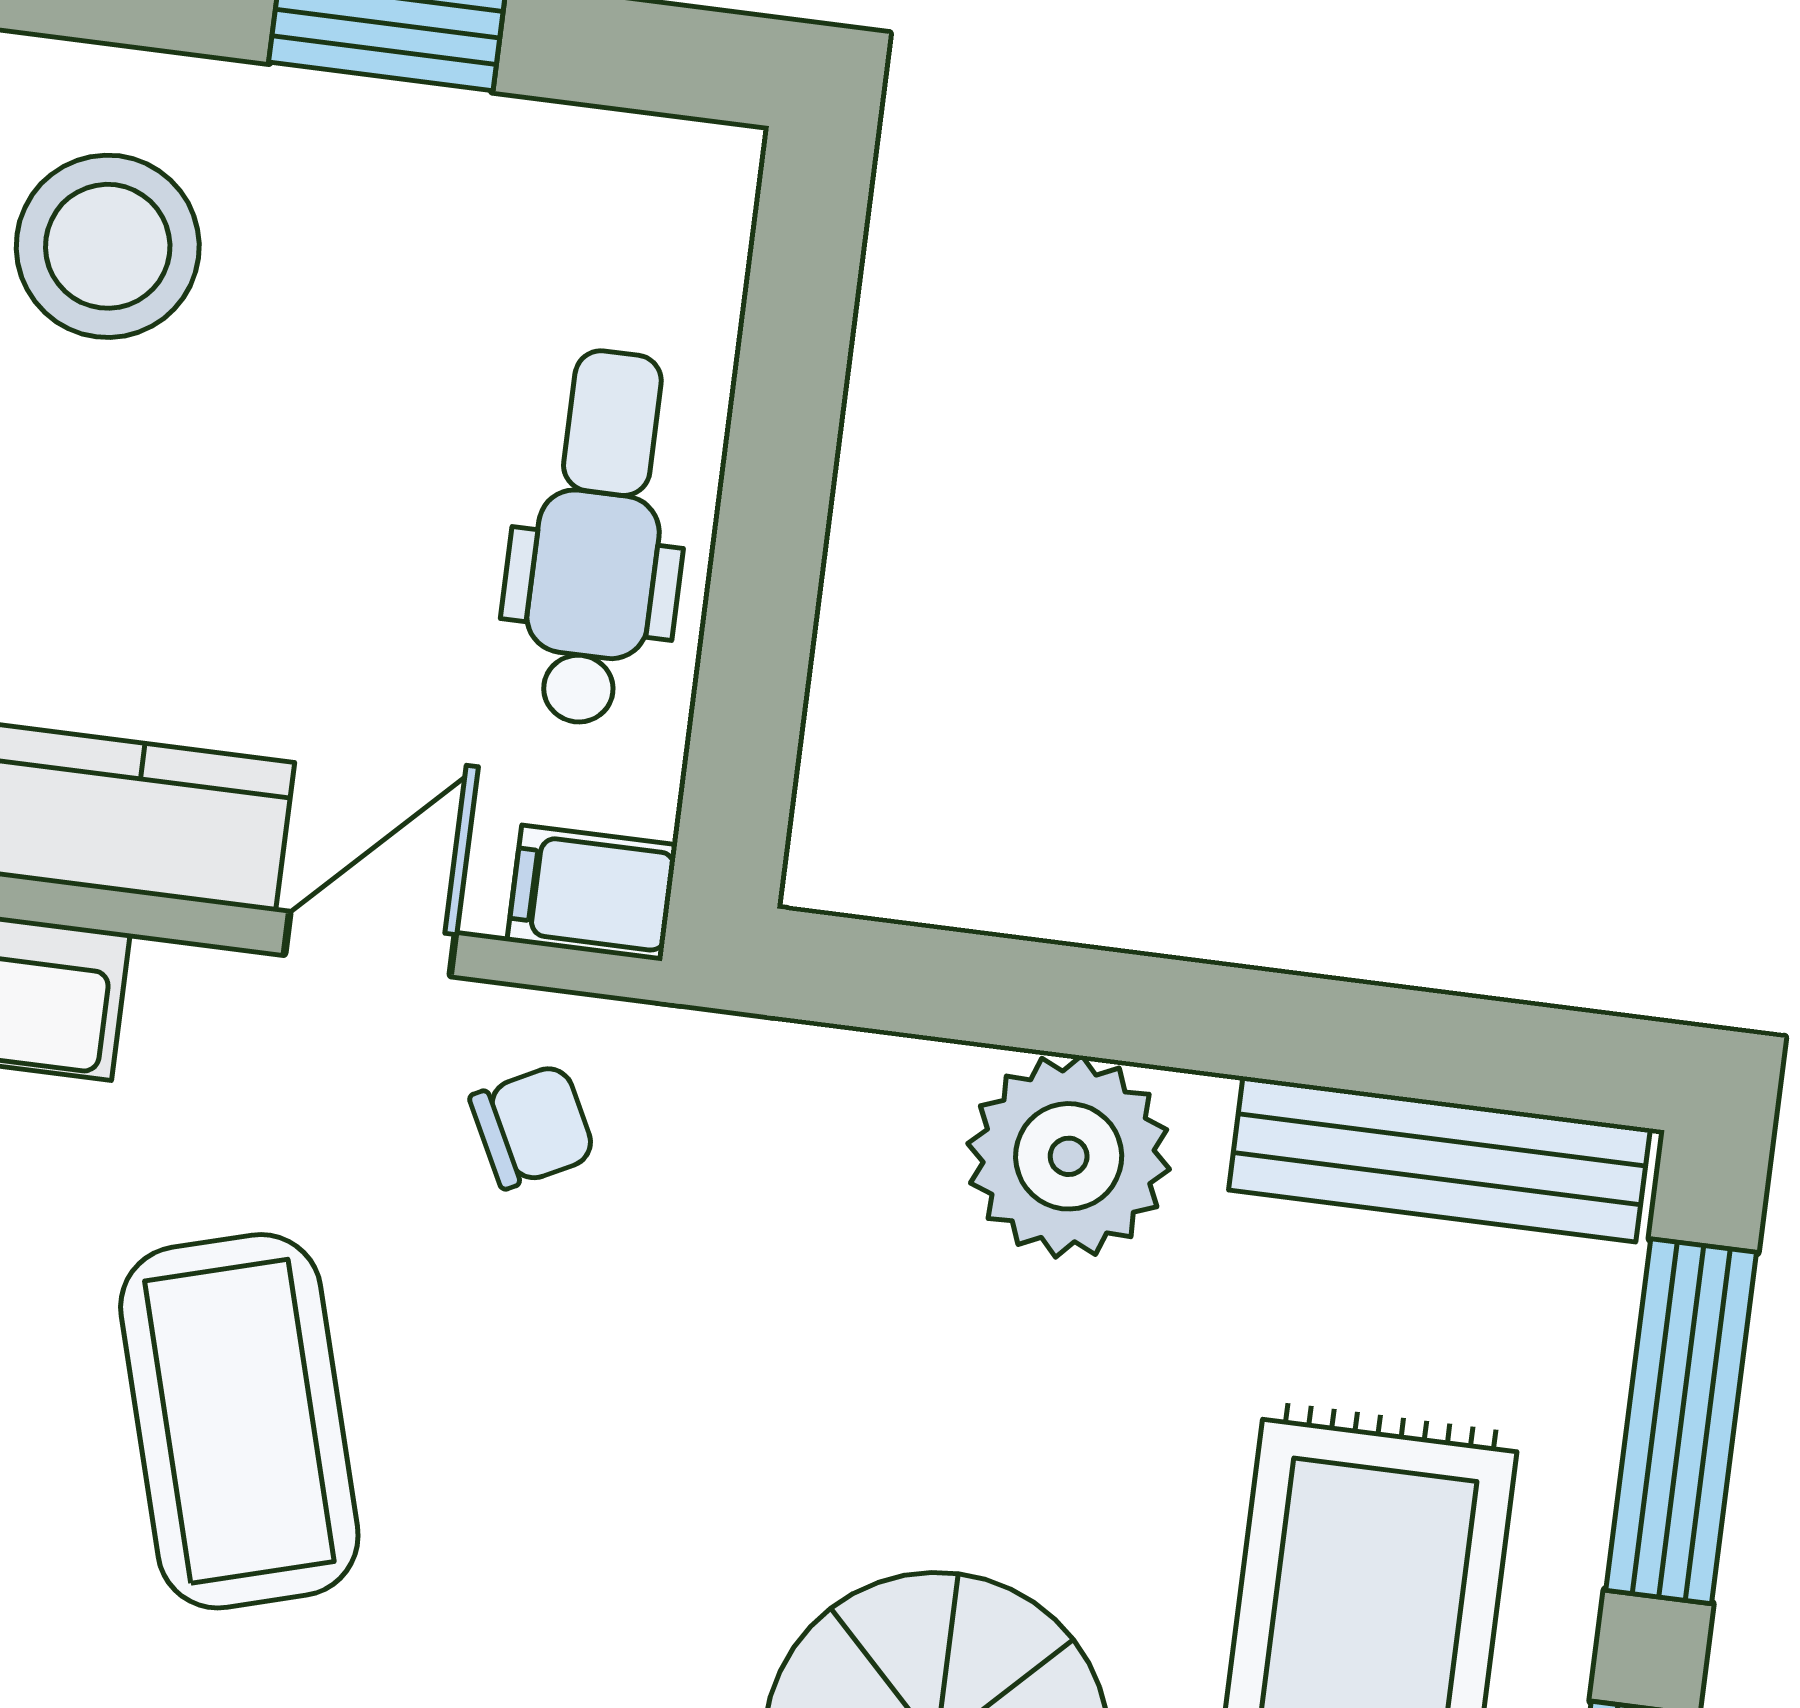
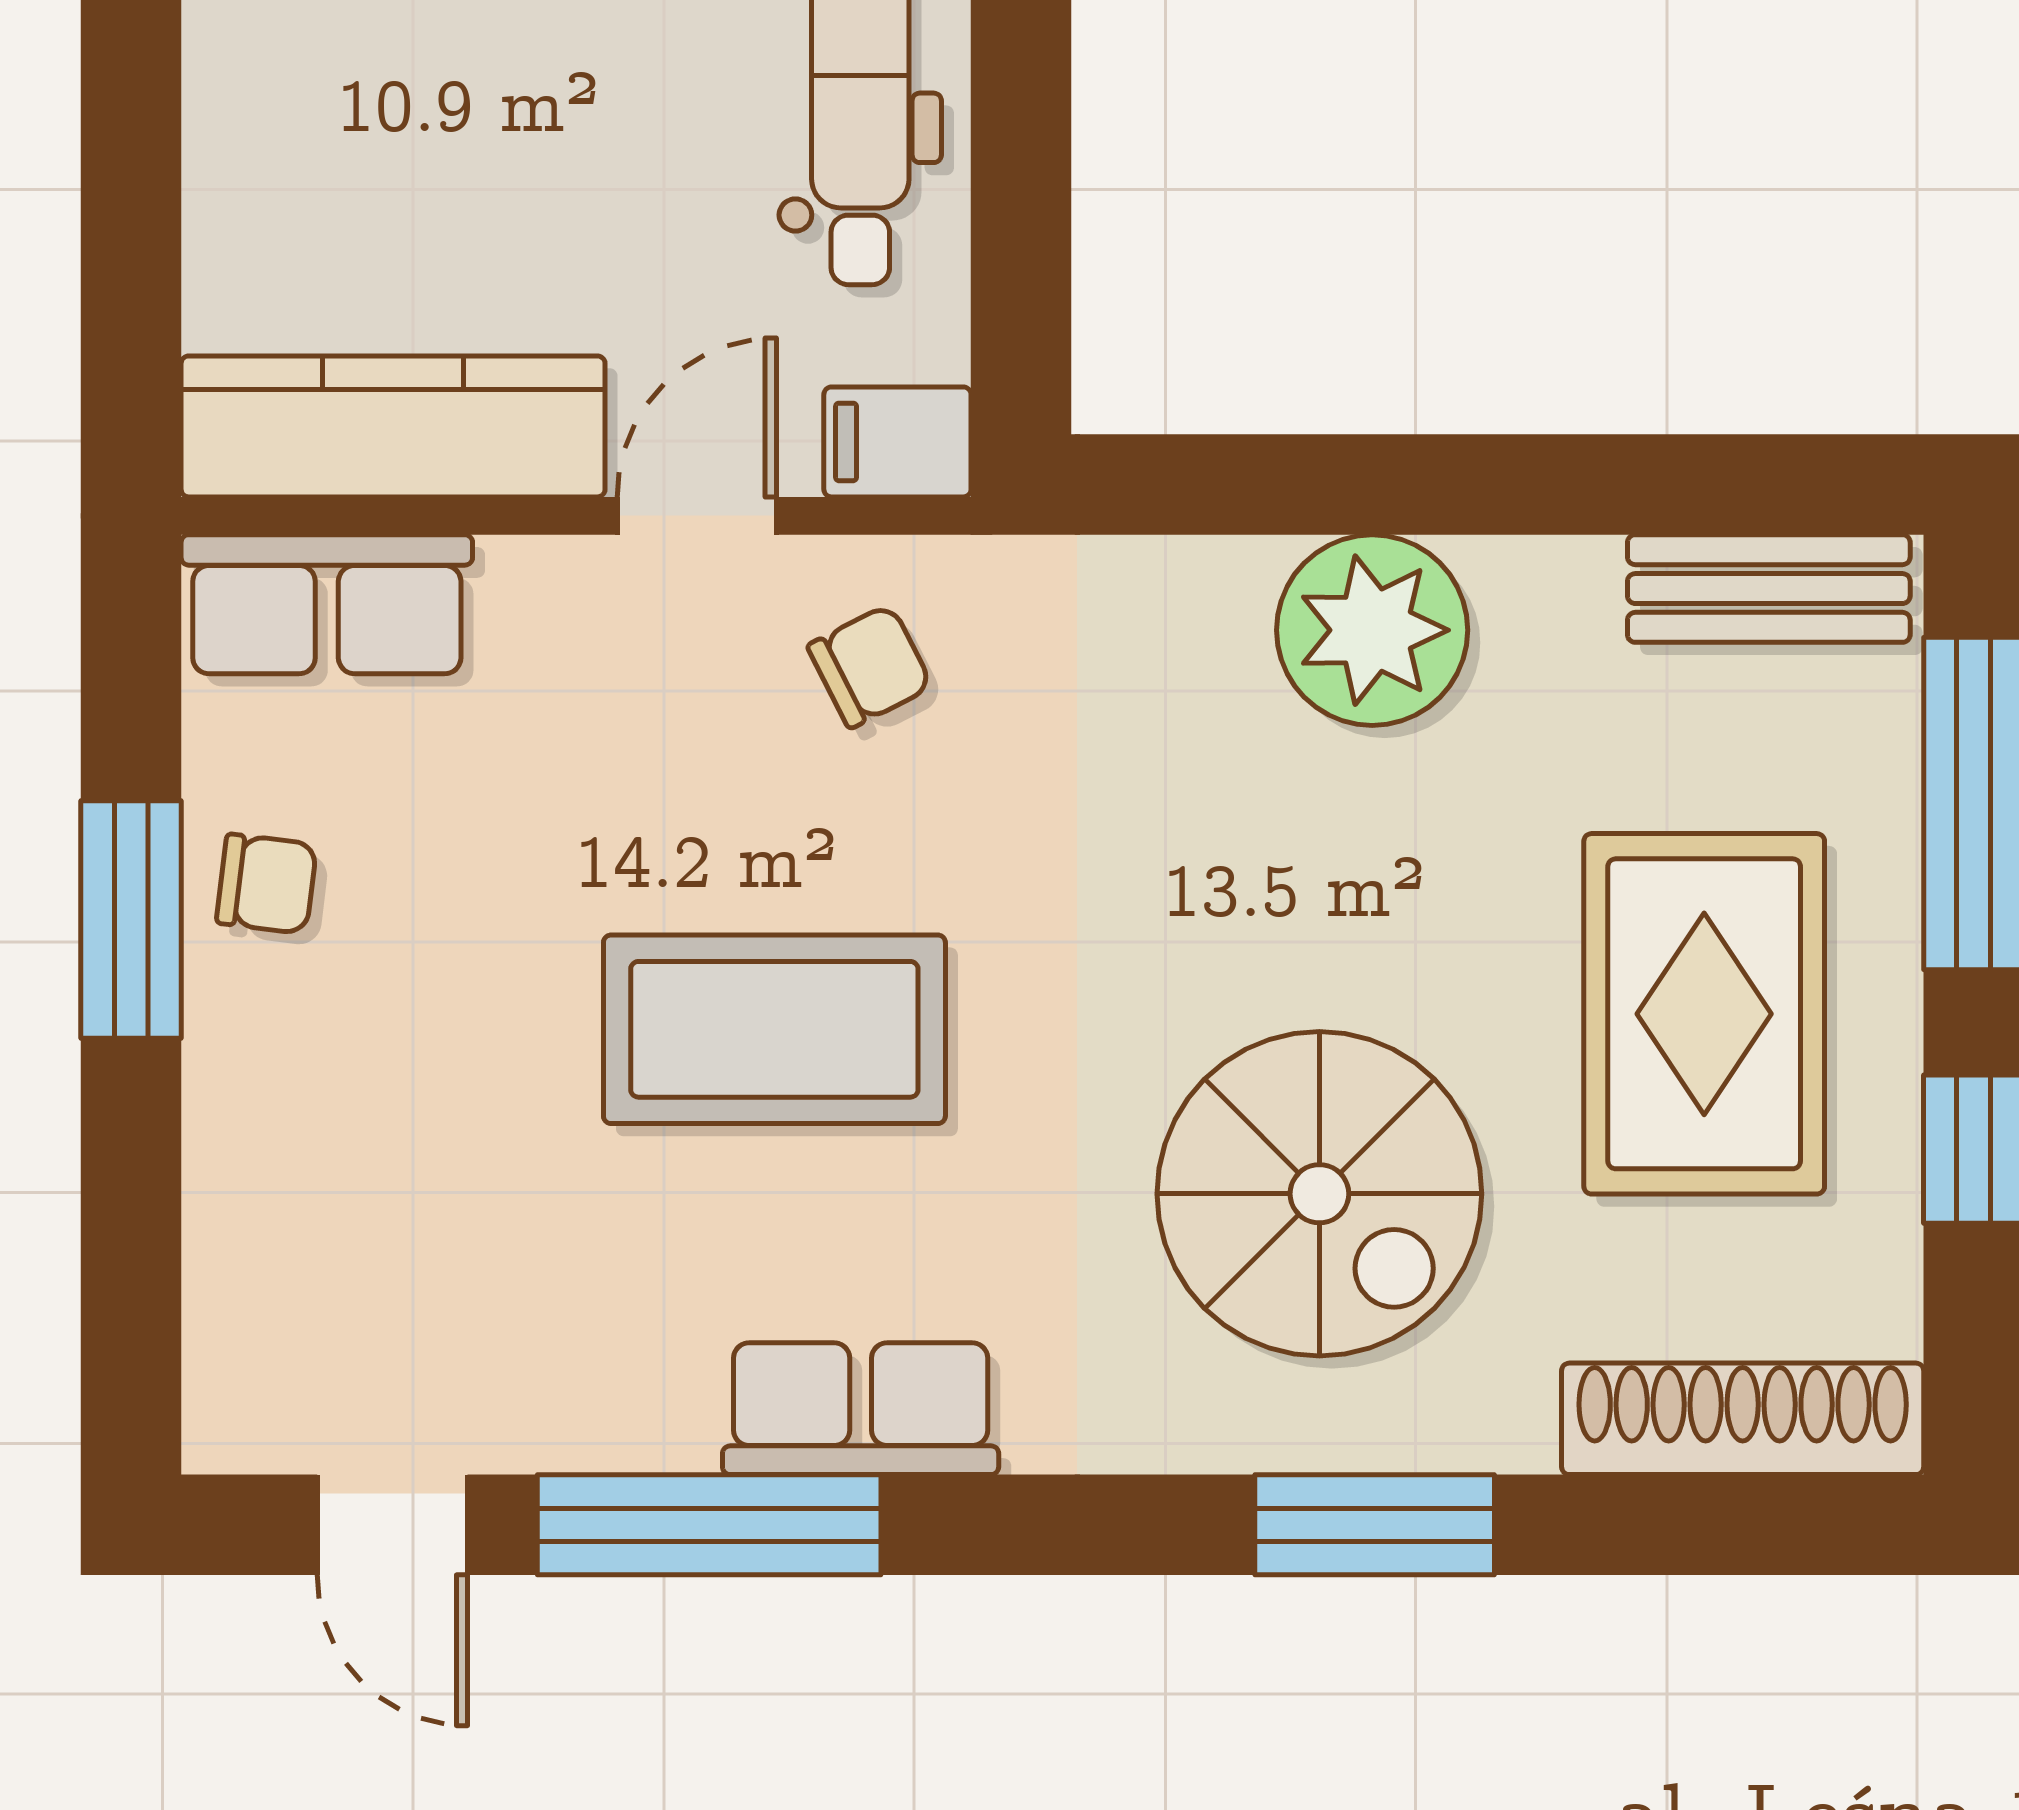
bench: (1439, 1159) -> (1769, 589), width x0.73
coffee table: (239, 1421) -> (774, 1029), moved, turned -74

